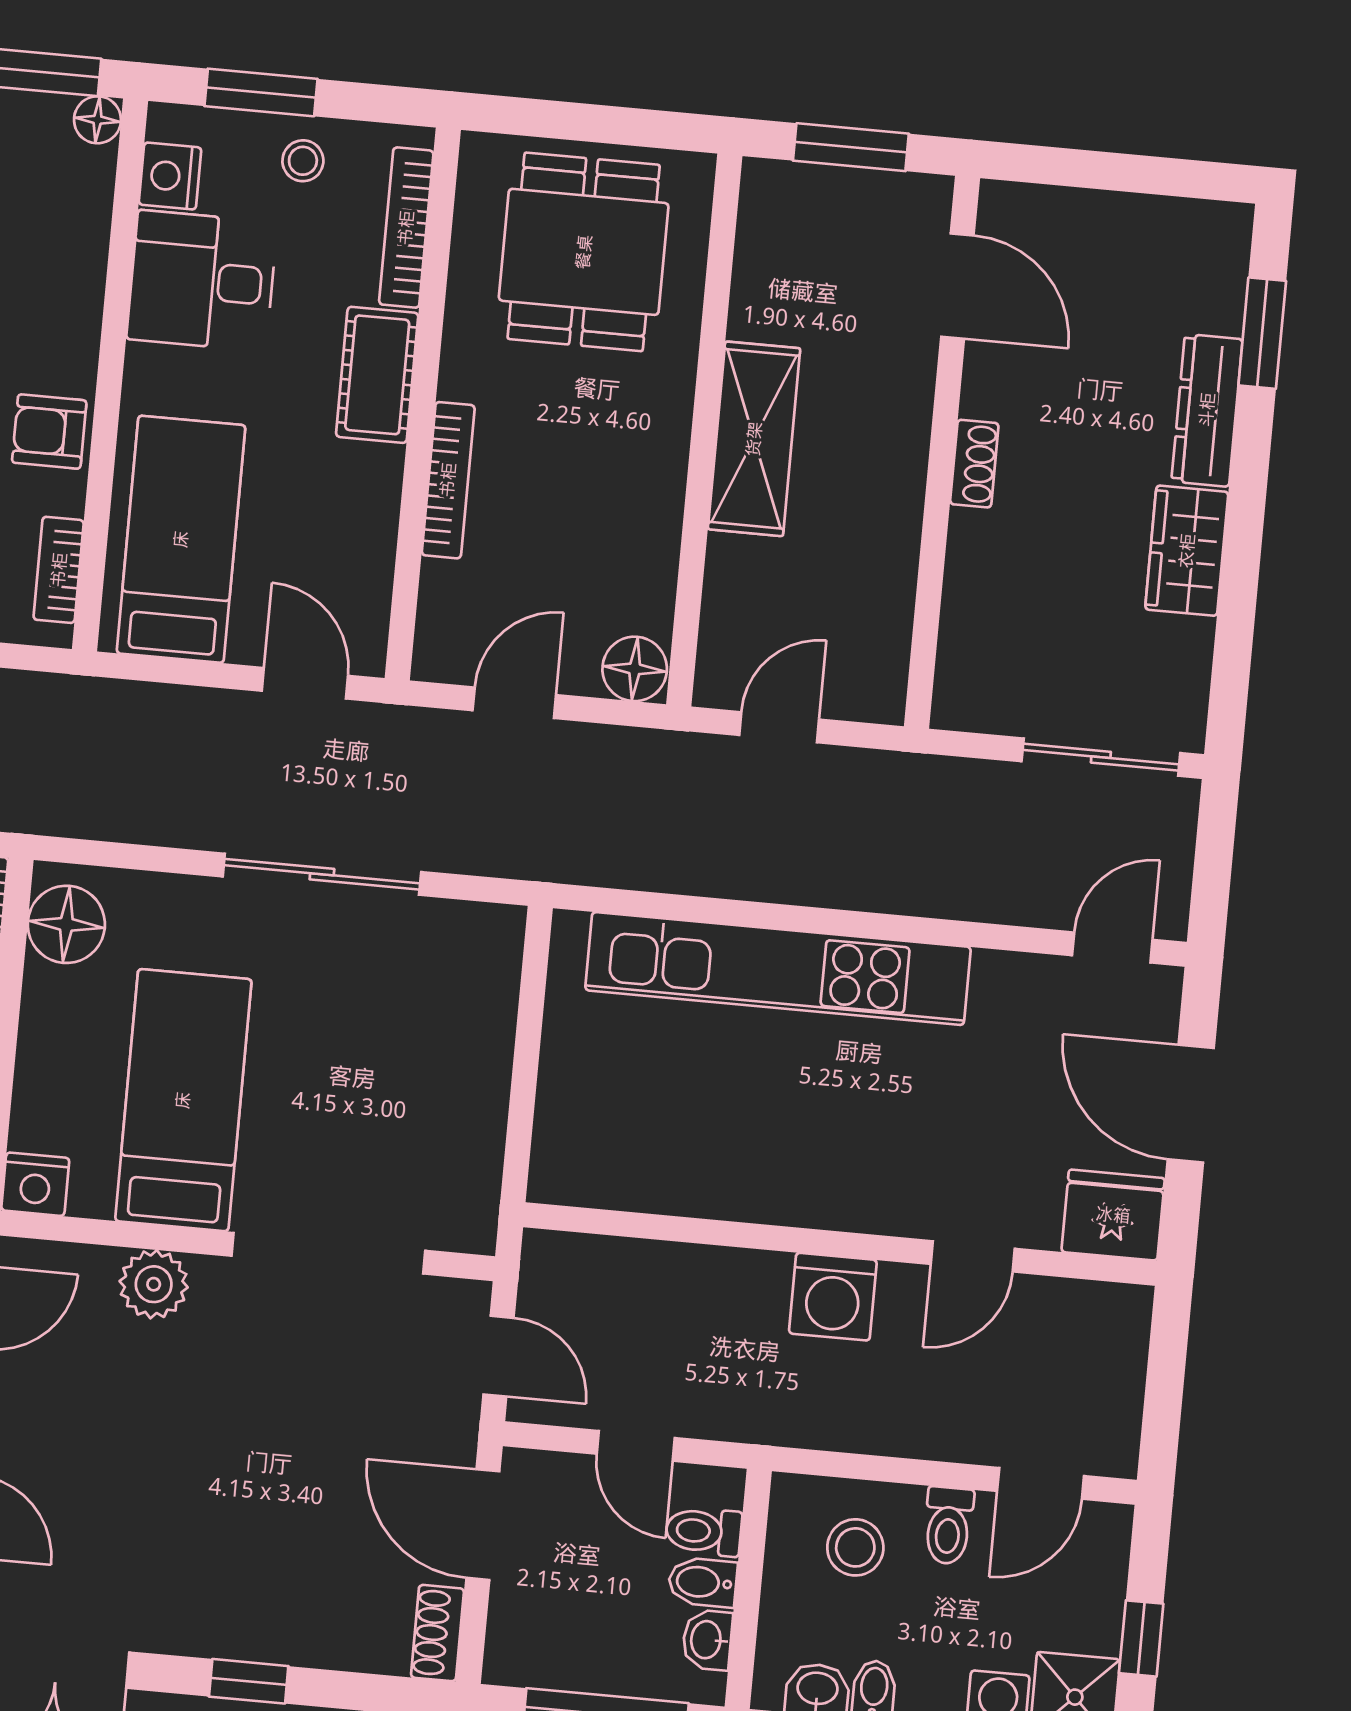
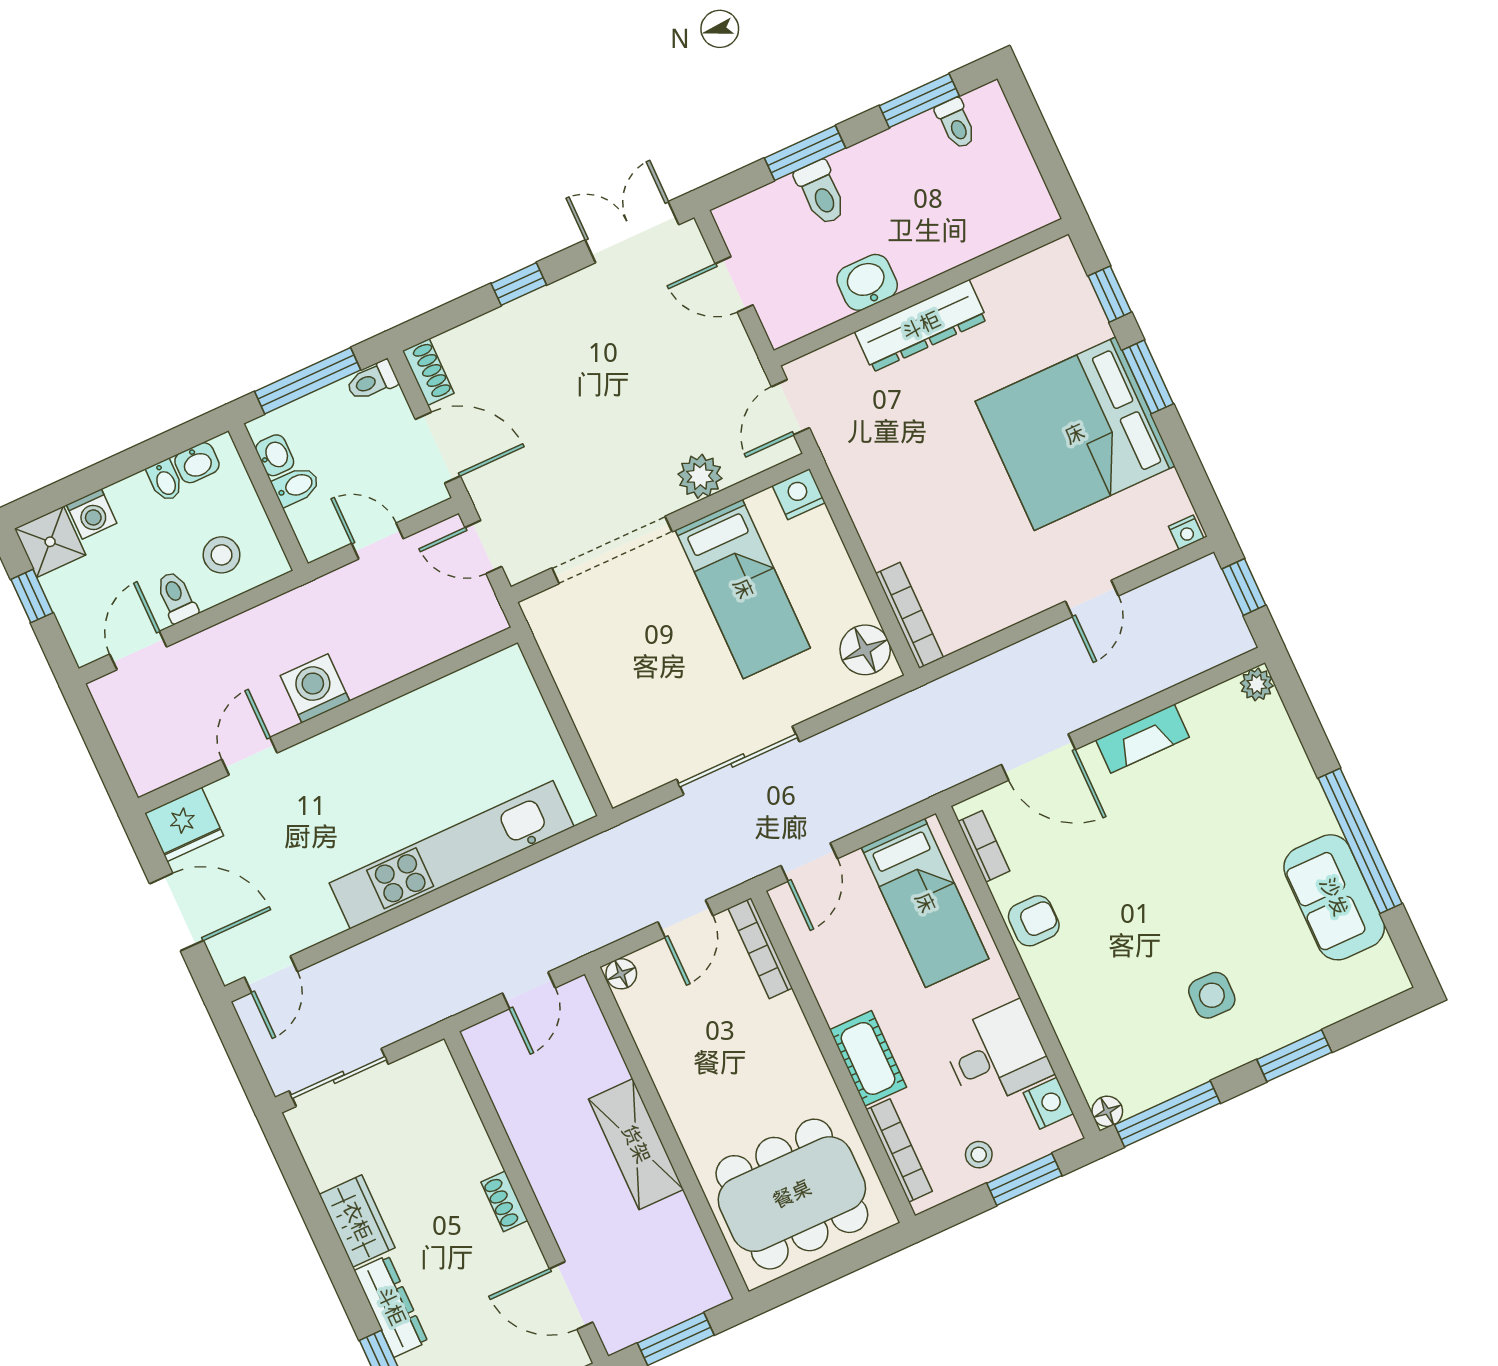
dining table: (584, 252) -> (792, 1194), width x1.38
bookcase: (448, 480) -> (760, 948), moved
floor lamp: (635, 669) -> (621, 974), width x0.73, depth x0.73
door: (305, 683) -> (809, 862), hinge flipped
toilet: (704, 1531) -> (372, 381), moved, turned 180

